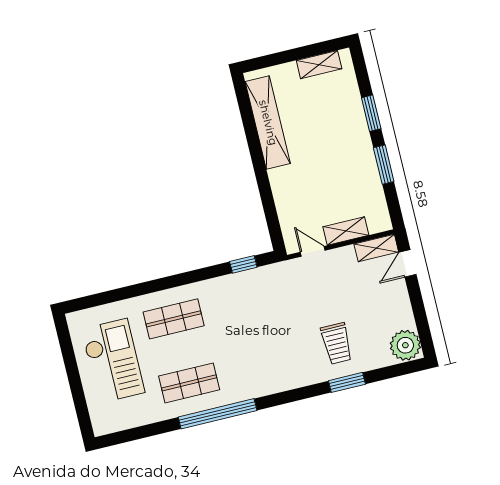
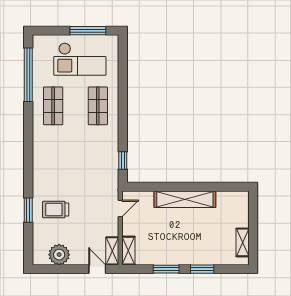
shelving: (268, 123) -> (185, 199), moved
shelving: (346, 231) -> (128, 251), moved
plant: (405, 345) -> (59, 255), moved
window: (70, 359) -> (88, 31), added
window: (218, 414) -> (28, 75), moved

